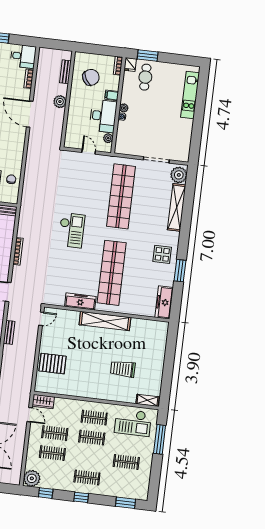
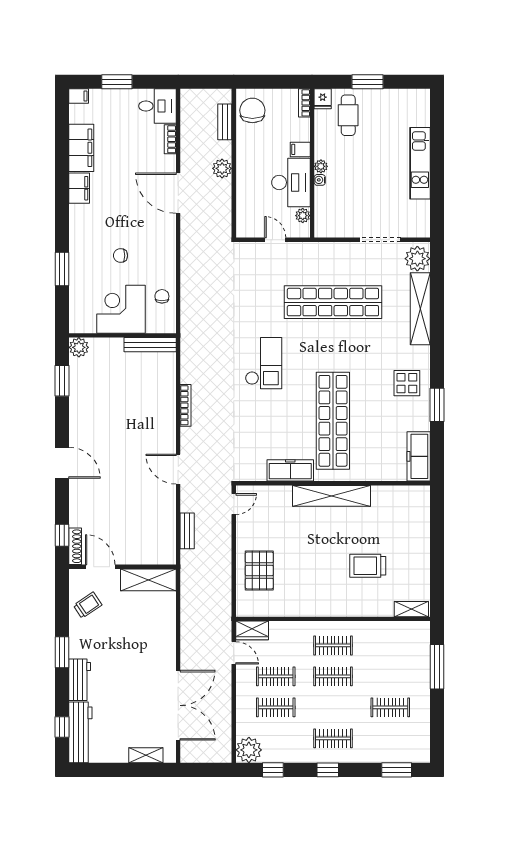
window: (148, 56) -> (368, 82), moved
chair: (91, 77) -> (252, 110), moved, turned -60
kitchen unit: (190, 95) -> (420, 163), moved
shop shelf: (121, 196) -> (333, 302), turned 90
pallet: (53, 364) -> (259, 570), turned 90
checkout: (133, 423) -> (393, 646), removed

